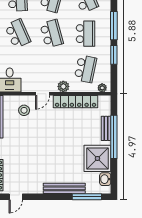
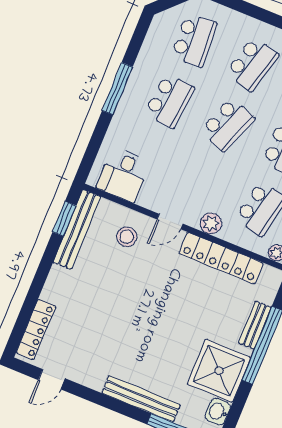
school desk: (18, 34) -> (169, 101), turned 30
school desk: (52, 34) -> (228, 124), turned 36

